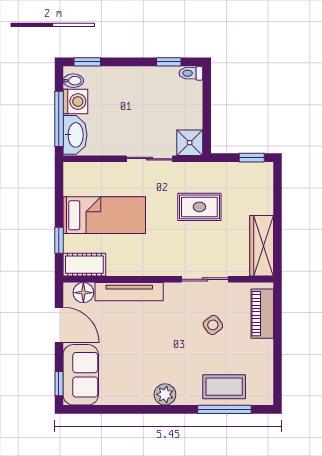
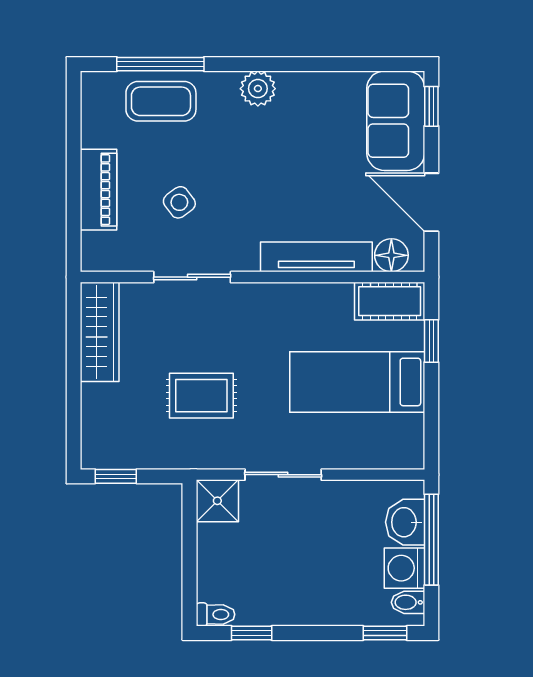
washbasin: (75, 135) -> (405, 522), width x0.72
piano: (262, 314) -> (99, 190), moved

